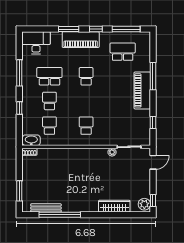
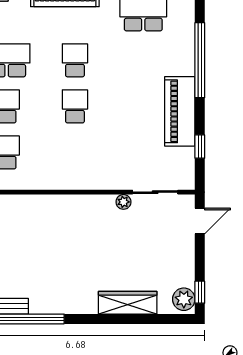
window: (153, 76) -> (200, 60), width x1.46
piano: (142, 90) -> (180, 111), moved
school desk: (86, 126) -> (75, 106), moved

